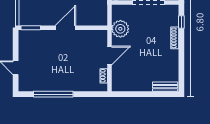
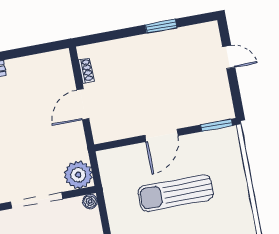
plant: (120, 29) -> (78, 175), moved
window: (53, 94) -> (161, 26), width x0.47

